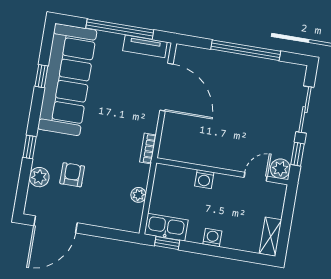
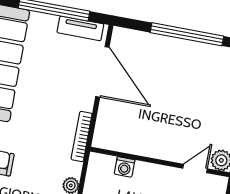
bookcase: (148, 149) -> (82, 137), width x1.56
washing machine: (204, 179) -> (125, 167), moved

